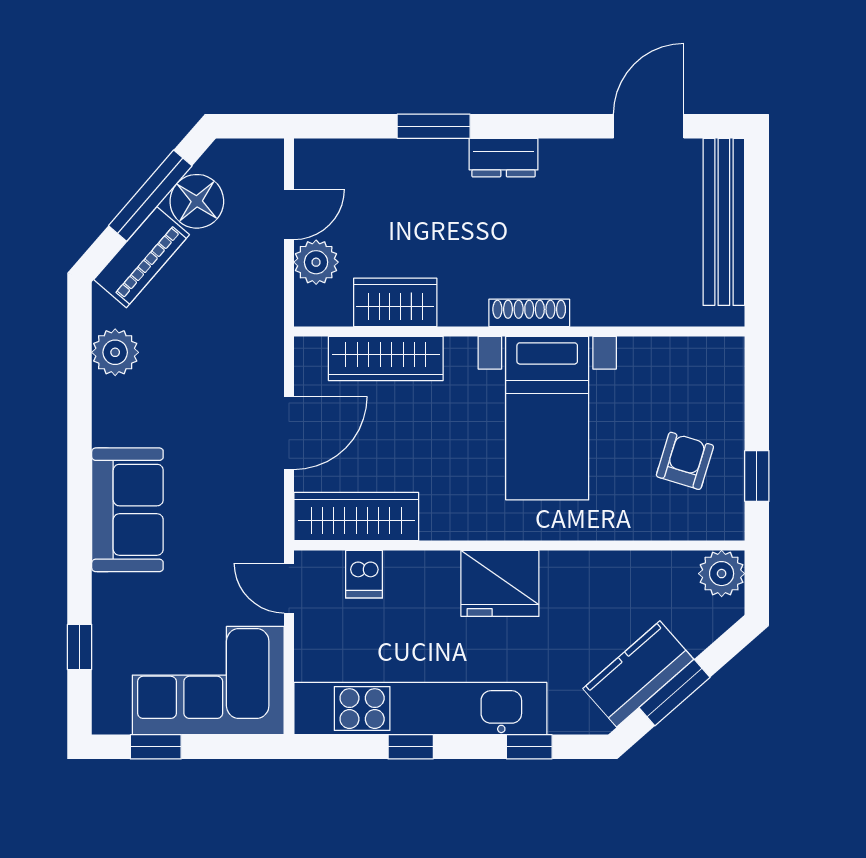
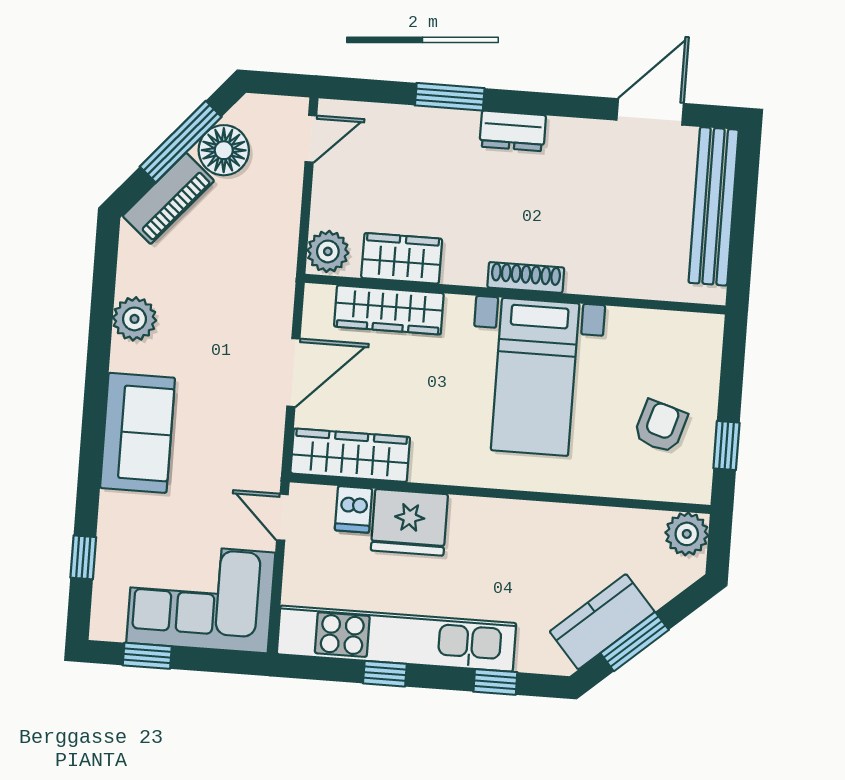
door: (289, 214) -> (311, 139), moved
plant: (316, 262) -> (328, 251), moved
plant: (115, 352) -> (134, 319), moved
fridge: (500, 583) -> (409, 522), moved

